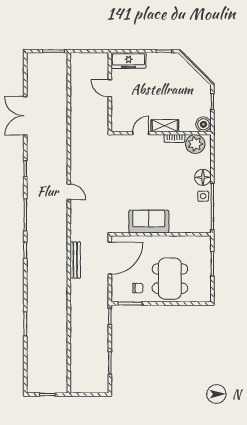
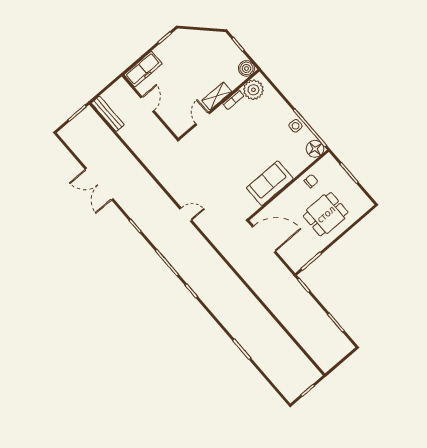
door: (110, 88) -> (147, 104), swing flipped
floor lamp: (203, 177) -> (315, 149), moved
door: (110, 258) -> (264, 239), hinge flipped
bench: (75, 260) -> (108, 114), moved
dining table: (170, 279) -> (326, 214), width x0.73
chair: (138, 288) -> (311, 181), moved

